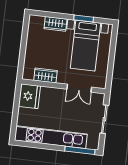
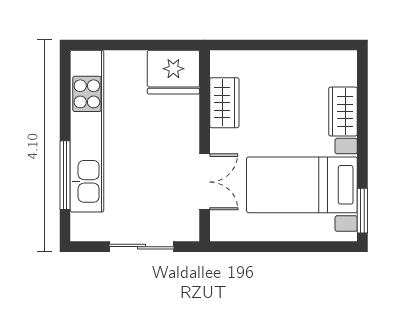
window: (84, 19) -> (362, 211), moved
double door: (79, 88) -> (205, 182), swing flipped
window: (80, 150) -> (65, 175), moved

